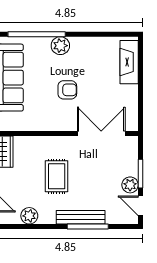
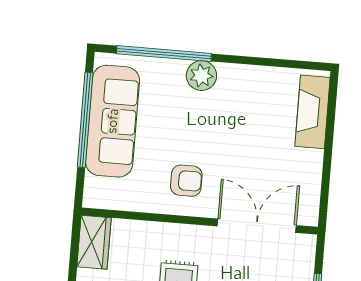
armchair: (67, 90) -> (186, 181), moved

